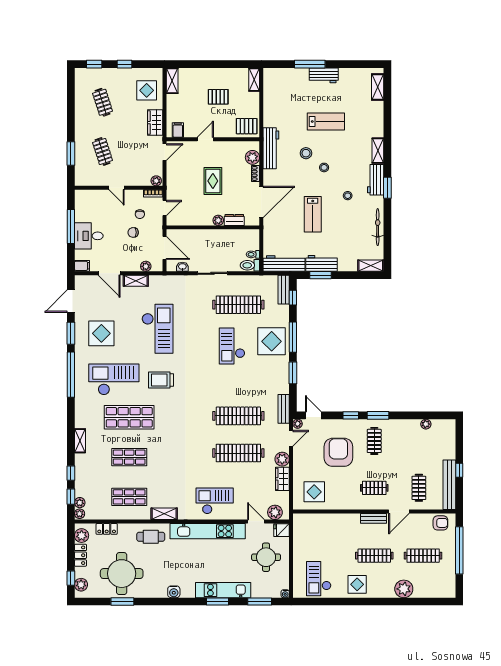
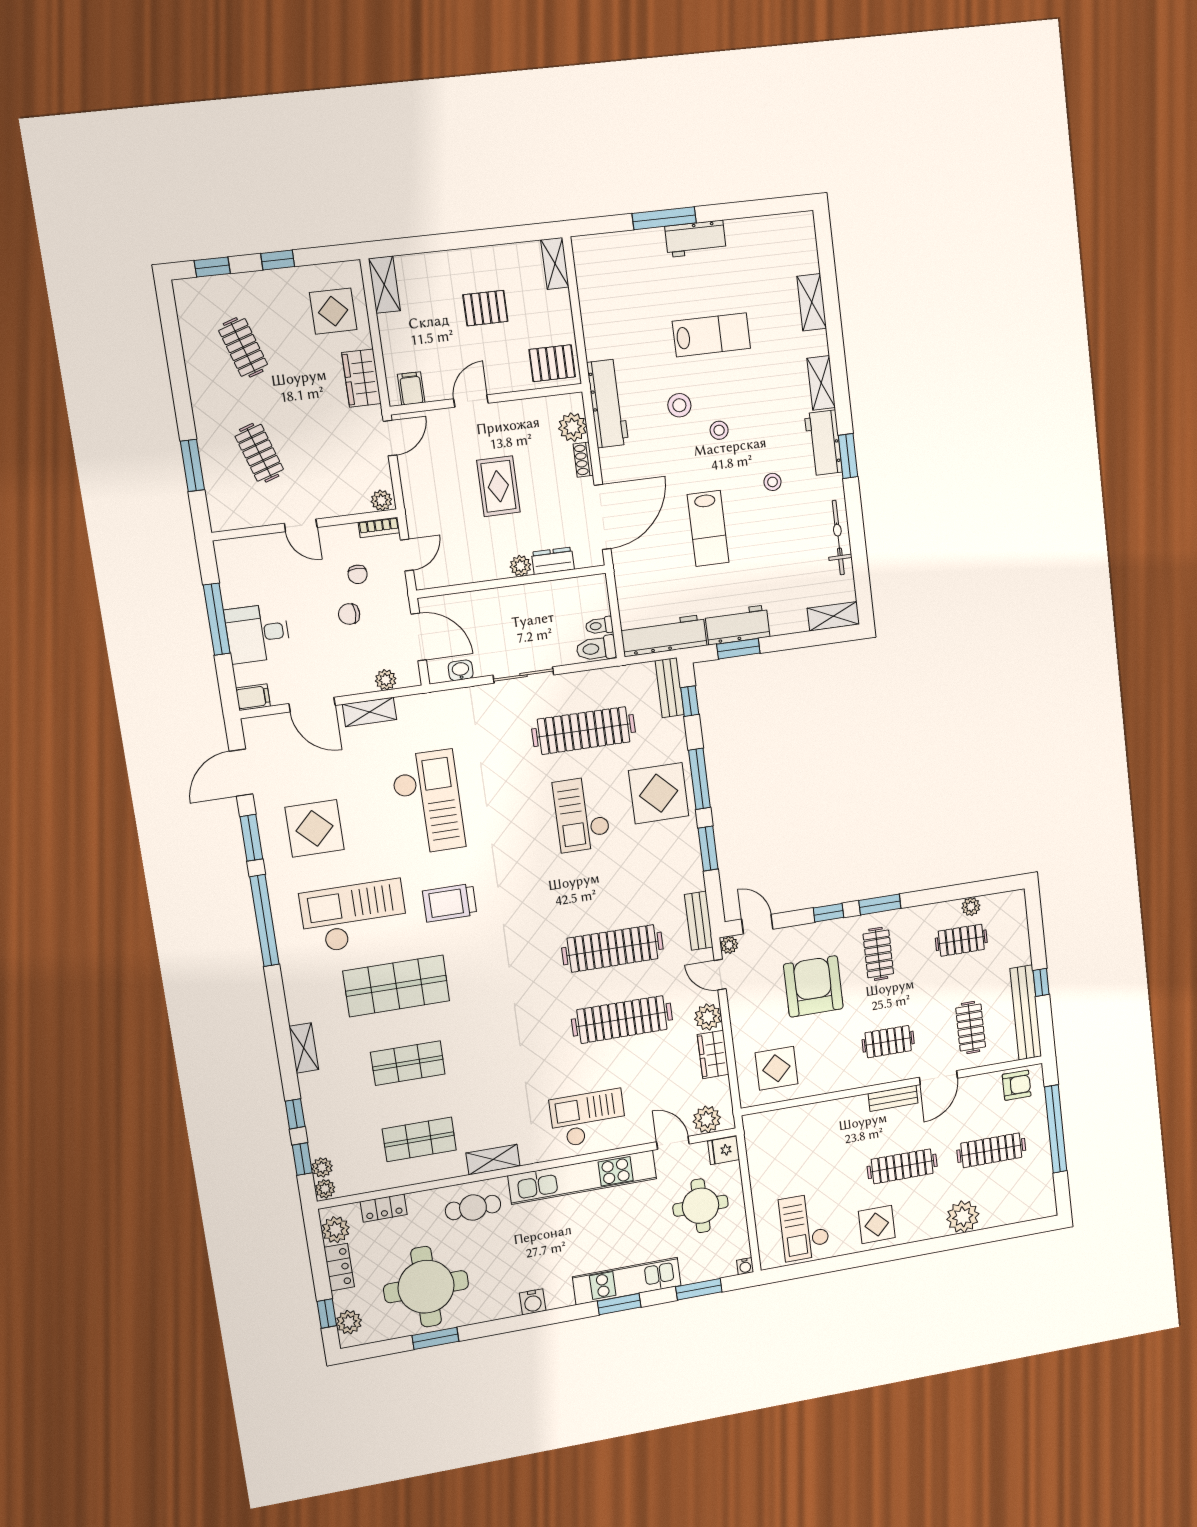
shelving: (378, 87) -> (812, 302), moved
door: (291, 438) -> (720, 975), swing flipped
clothes rail: (419, 441) -> (961, 940), added

